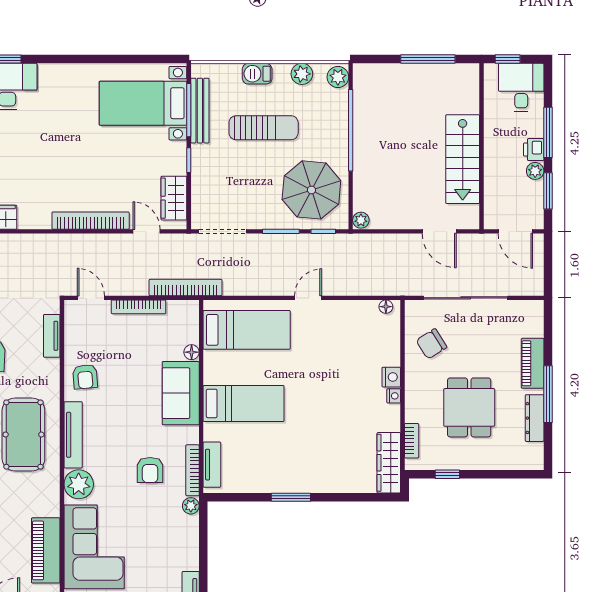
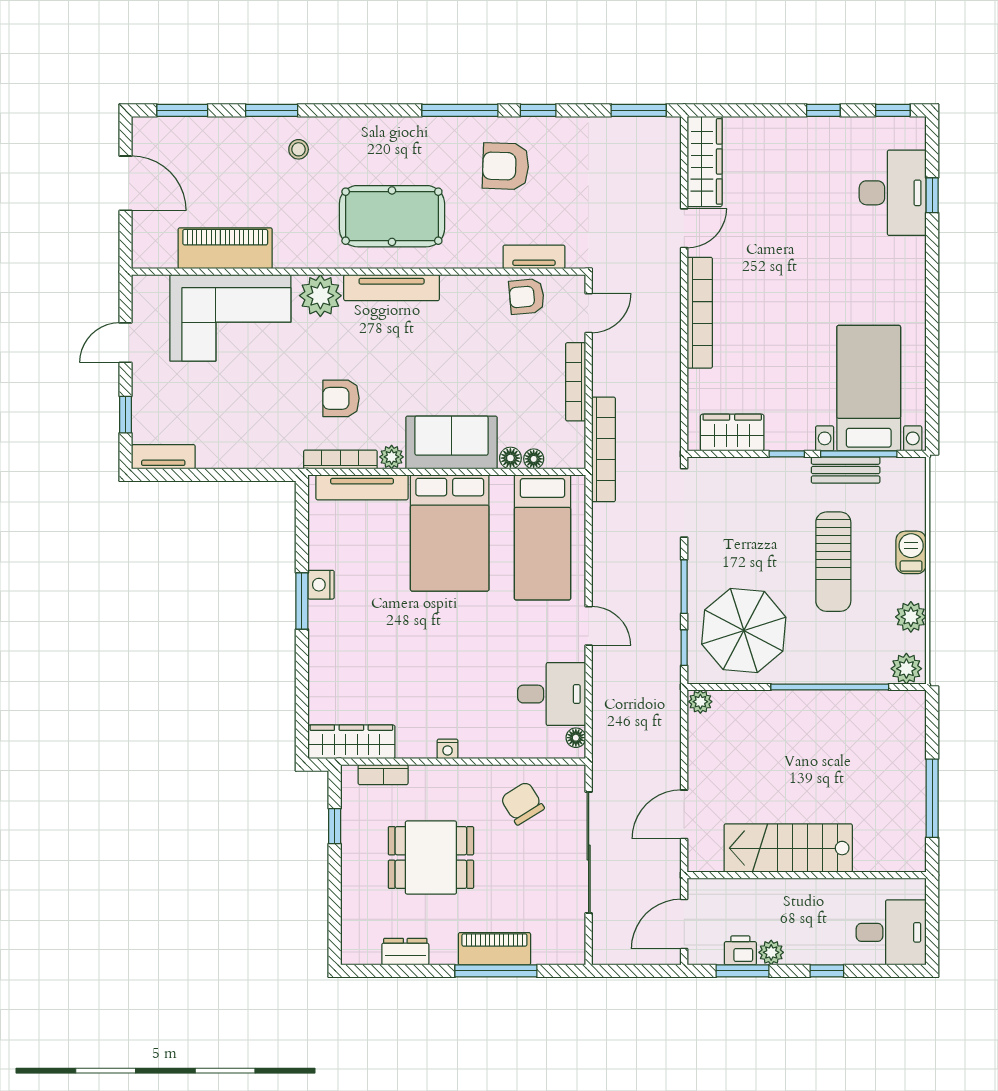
window: (508, 59) -> (932, 913), removed
bench: (200, 111) -> (846, 470), width x0.73
window: (548, 132) -> (827, 971), width x0.46
printer: (534, 150) -> (740, 950), moved
door: (147, 231) -> (684, 228), moved
desk: (356, 324) -> (552, 694), added
floor lamp: (192, 336) -> (534, 459), added
armchair: (85, 377) -> (527, 297), moved
nightstand: (391, 377) -> (321, 585), moved, turned 90
window: (548, 394) -> (496, 971), moved
bed: (244, 403) -> (450, 533), width x1.50
dresser: (535, 418) -> (405, 952), width x0.70
tv unit: (212, 465) -> (362, 487), width x1.41
plant: (191, 506) -> (392, 457), moved

